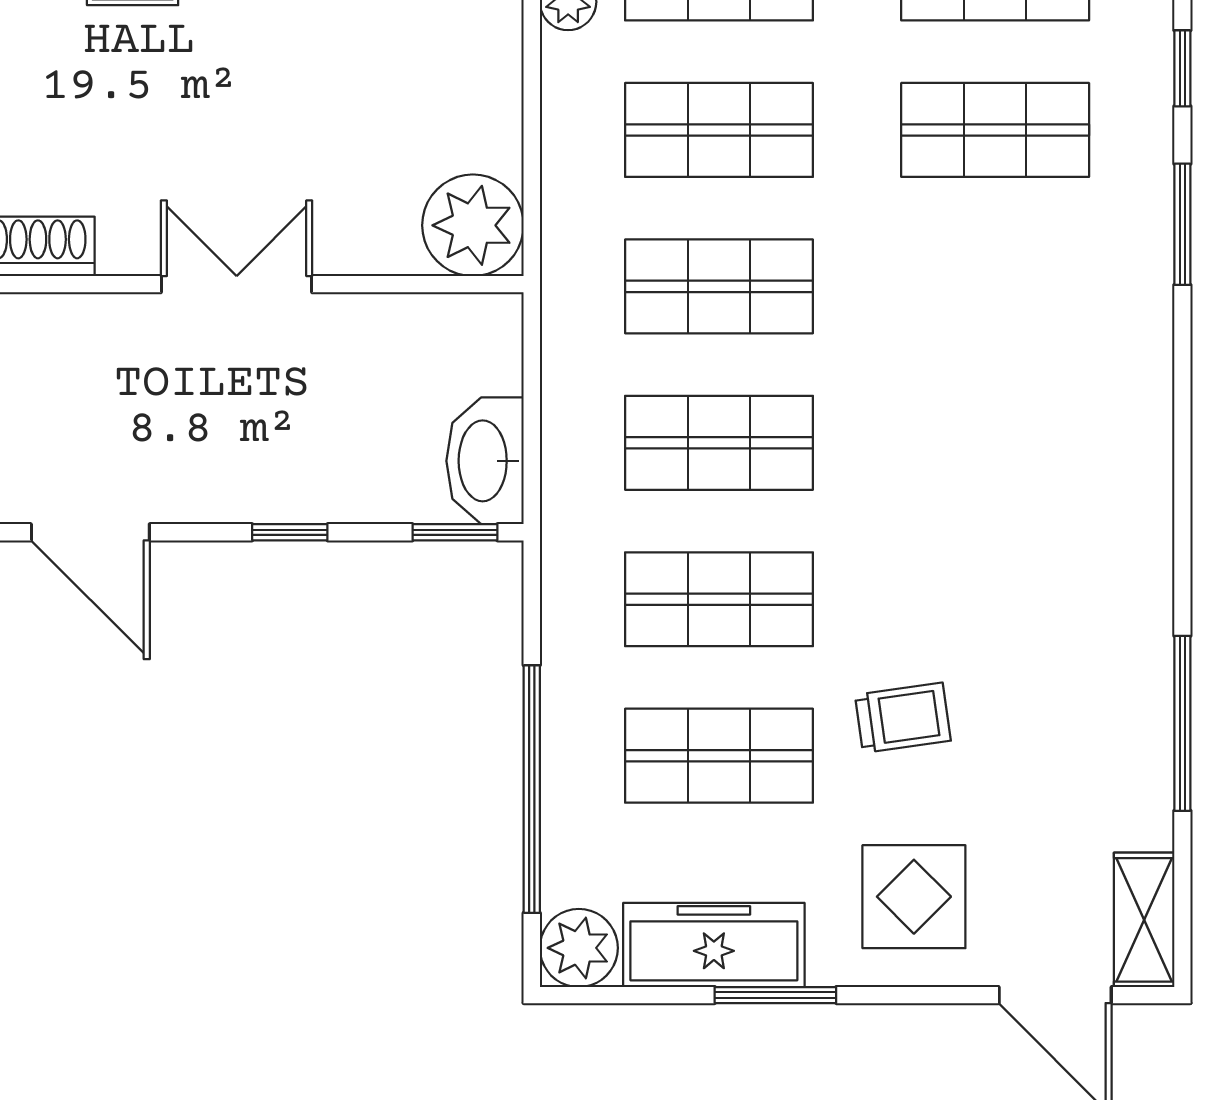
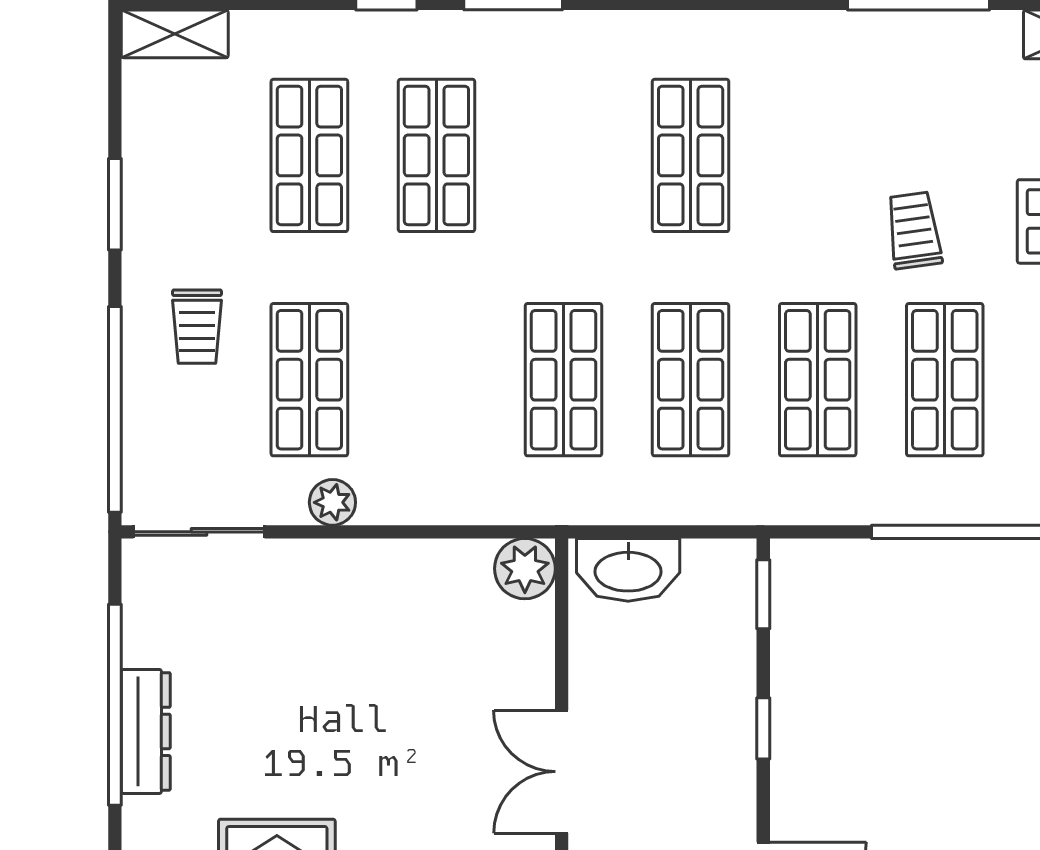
shop shelf: (719, 130) -> (691, 155), moved
plant: (473, 225) -> (525, 569), width x0.73, depth x0.73
washbasin: (485, 461) -> (628, 570), moved

